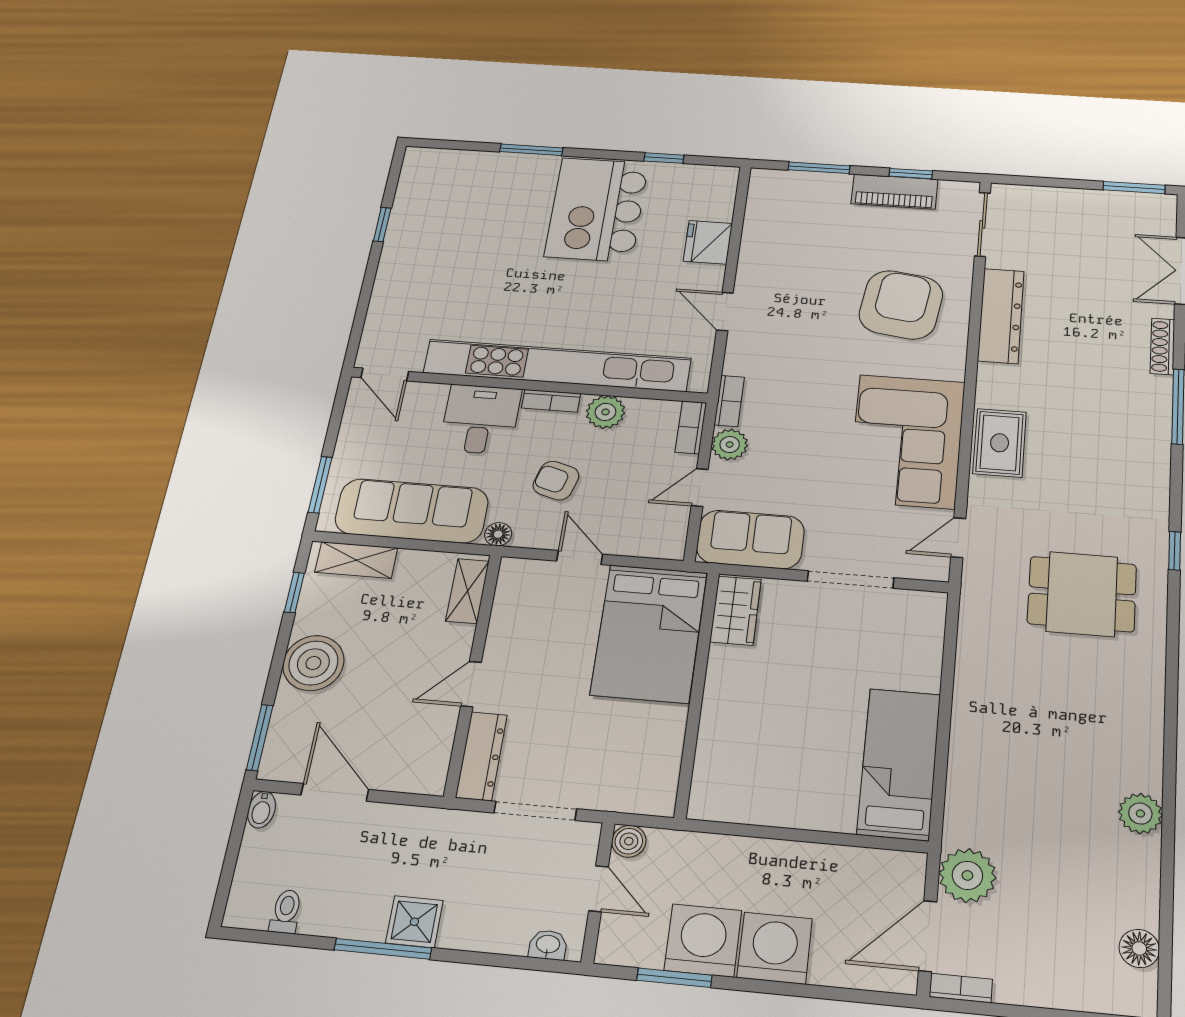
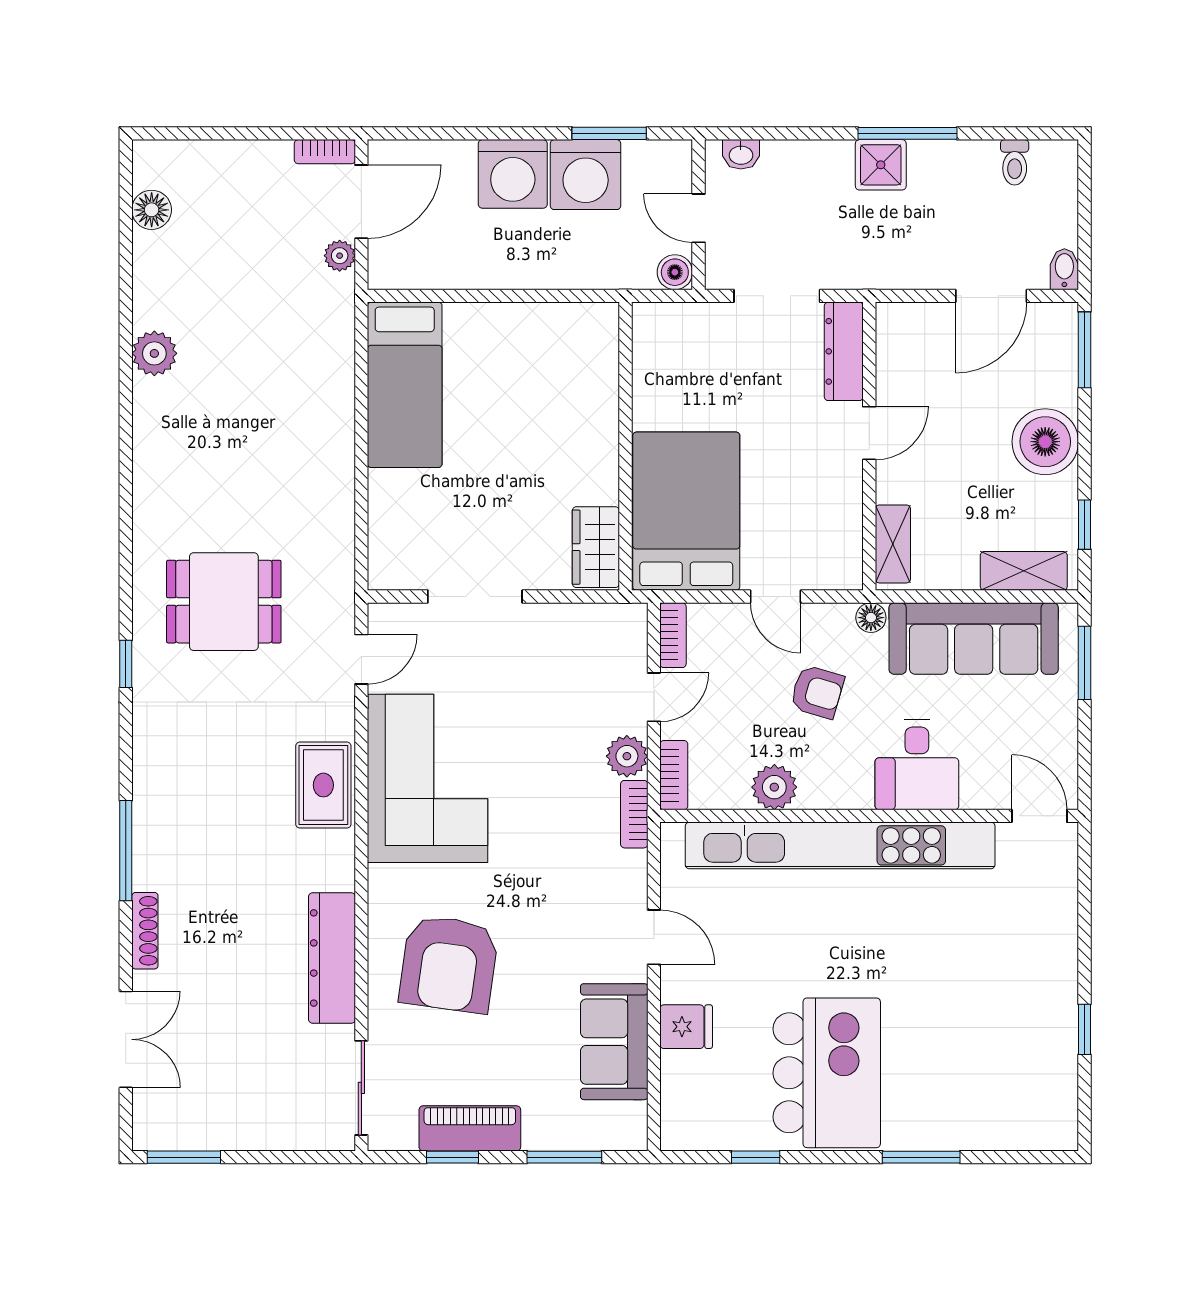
fridge: (708, 242) -> (686, 1027), width x0.72
bookcase: (551, 401) -> (673, 635), moved, turned 90
sofa: (750, 539) -> (614, 1042), moved, turned 90
door: (335, 792) -> (991, 296), hinge flipped
plant: (967, 875) -> (340, 256), width x0.53, depth x0.53

